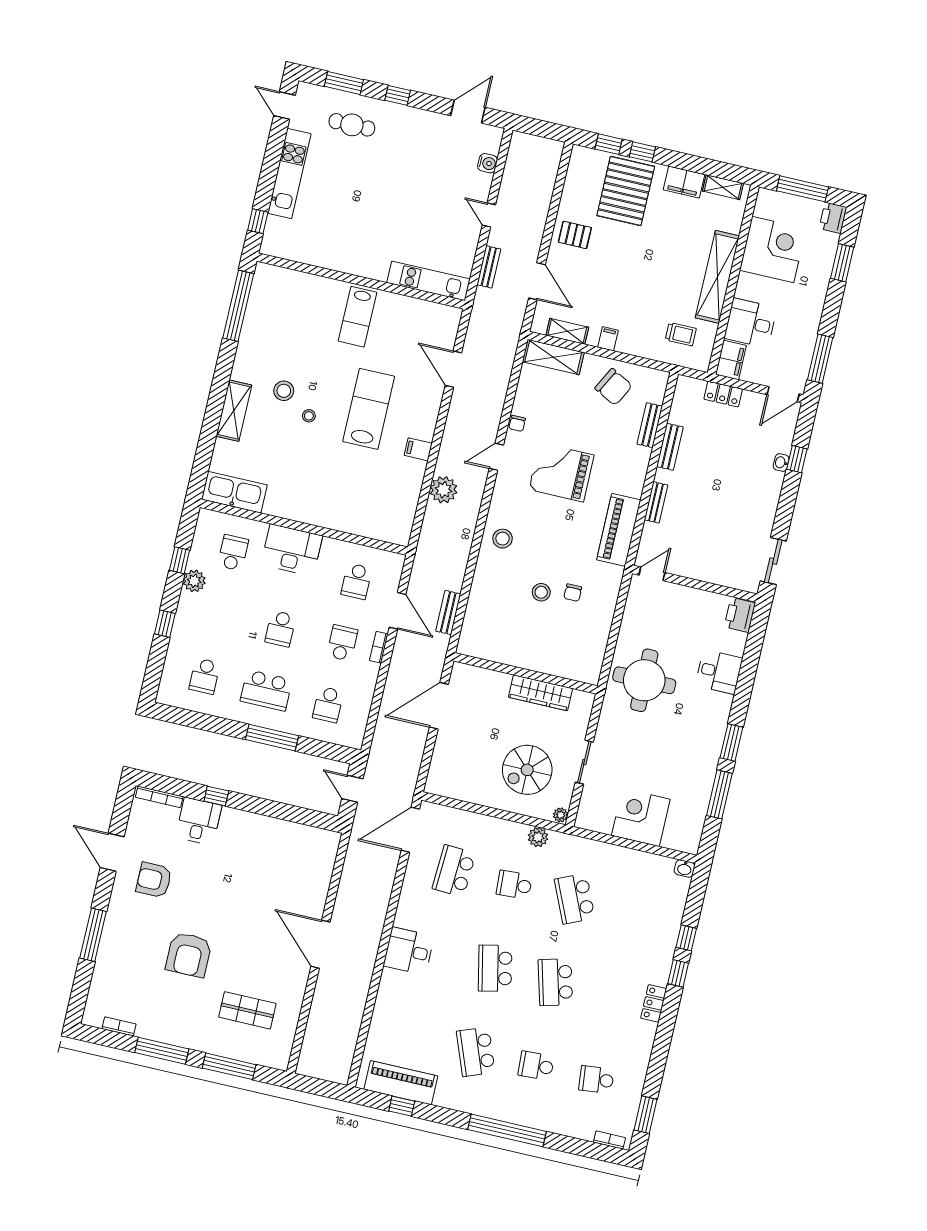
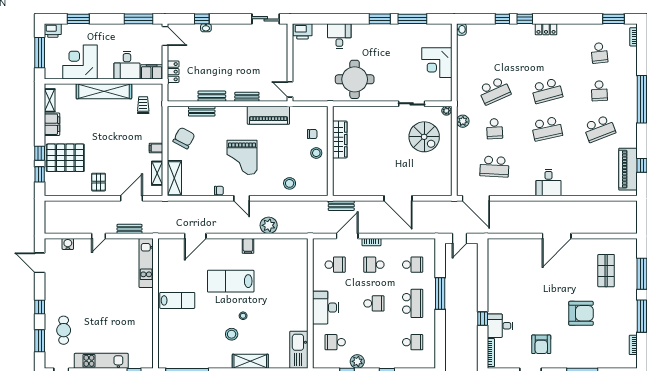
wall: (526, 673) -> (330, 151), moved
wardrobe: (541, 693) -> (340, 139), moved

